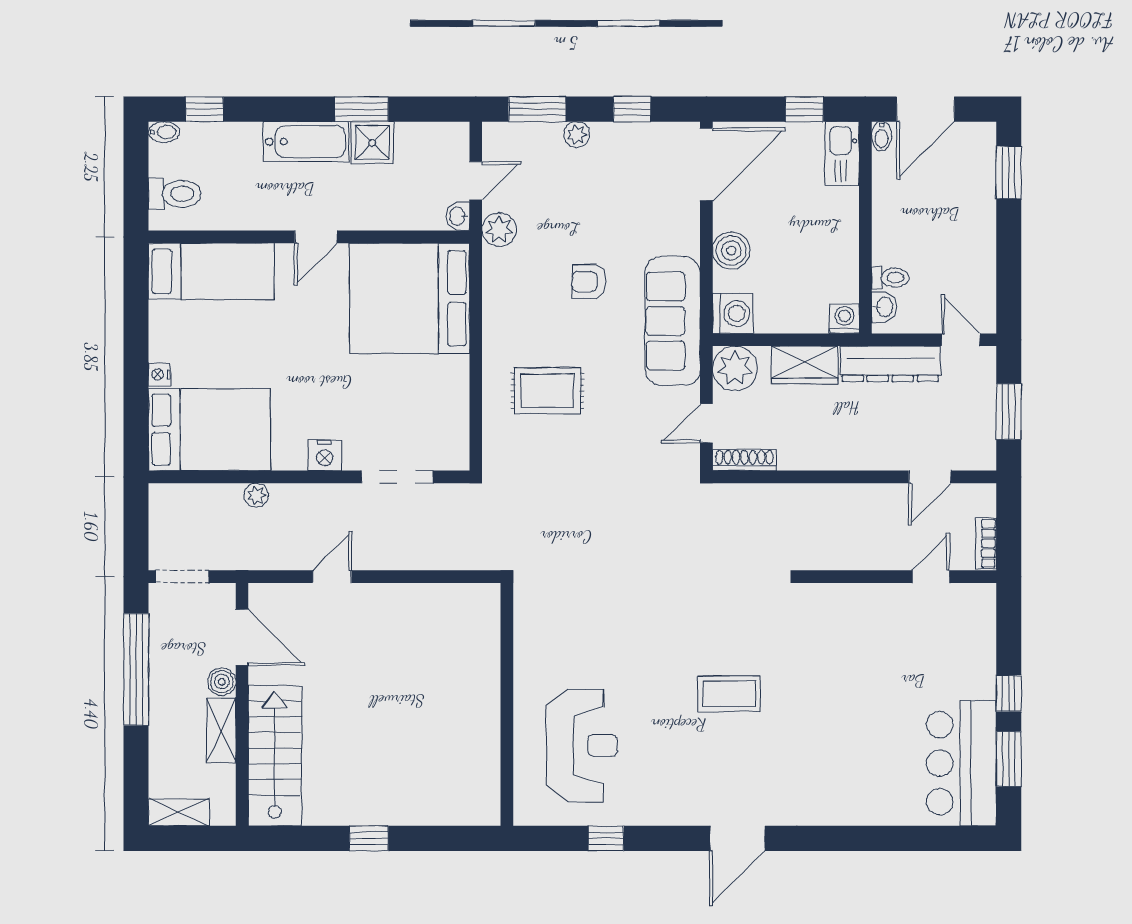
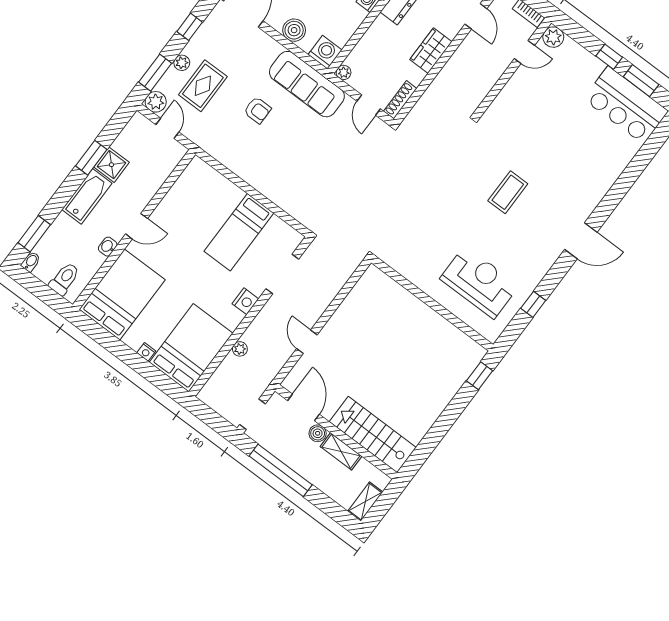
window: (204, 109) -> (34, 234), width x1.50
washbasin: (458, 216) -> (108, 247), moved, turned 90
plant: (499, 230) -> (156, 102), moved
door: (316, 237) -> (137, 226), hinge flipped
bed: (211, 271) -> (122, 295), width x1.50
armchair: (589, 282) -> (257, 110), turned -90
bed: (409, 298) -> (239, 232), moved, width x0.49
wardrobe: (805, 365) -> (431, 51), moved, turned 180
plant: (735, 368) -> (344, 72), width x0.53, depth x0.53
rug: (547, 391) -> (203, 86), moved
door: (931, 577) -> (524, 52), swing flipped
plant: (979, 600) -> (553, 37), added
door: (242, 637) -> (304, 407), hinge flipped
window: (369, 838) -> (480, 376), moved
door: (737, 838) -> (581, 241), hinge flipped

